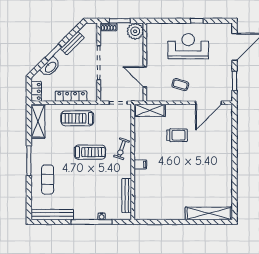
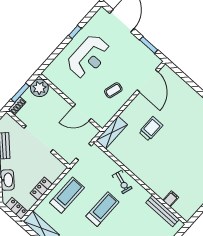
reception desk: (188, 46) -> (89, 57), turned 180
locker: (71, 96) -> (41, 189), width x0.66
treadmill: (77, 118) -> (67, 195), turned 180
filing cabinet: (140, 164) -> (171, 199), moved

